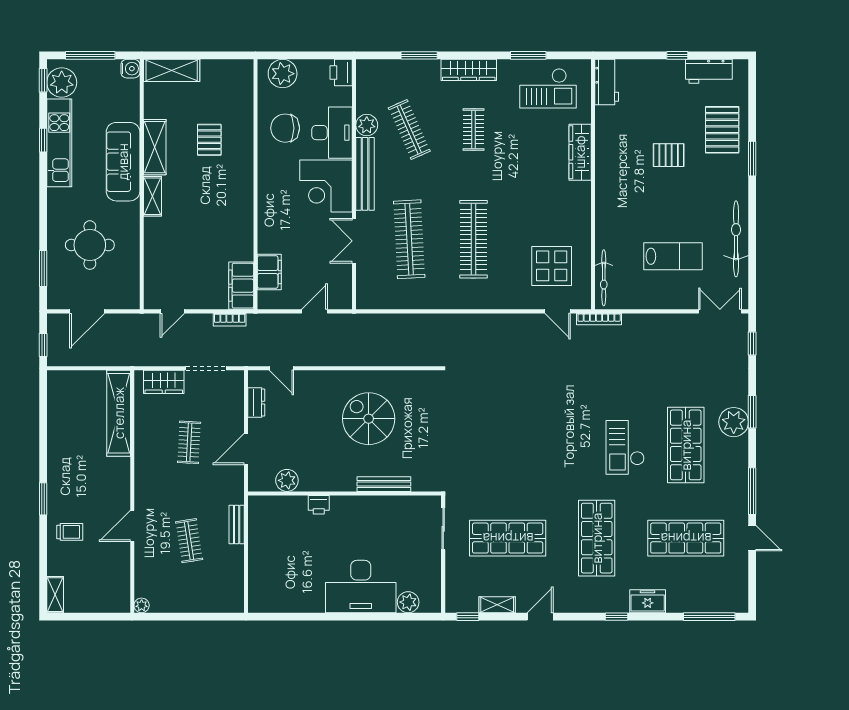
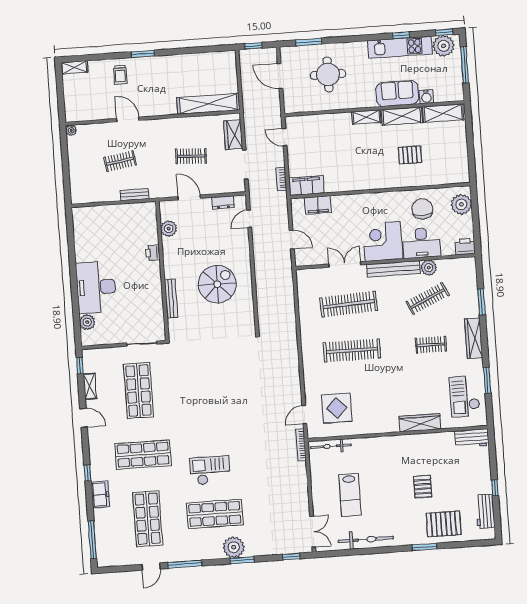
water cooler: (130, 69) -> (426, 97), moved
shelving: (172, 70) -> (443, 113), moved, turned 90
sofa: (123, 162) -> (397, 94), width x0.73

